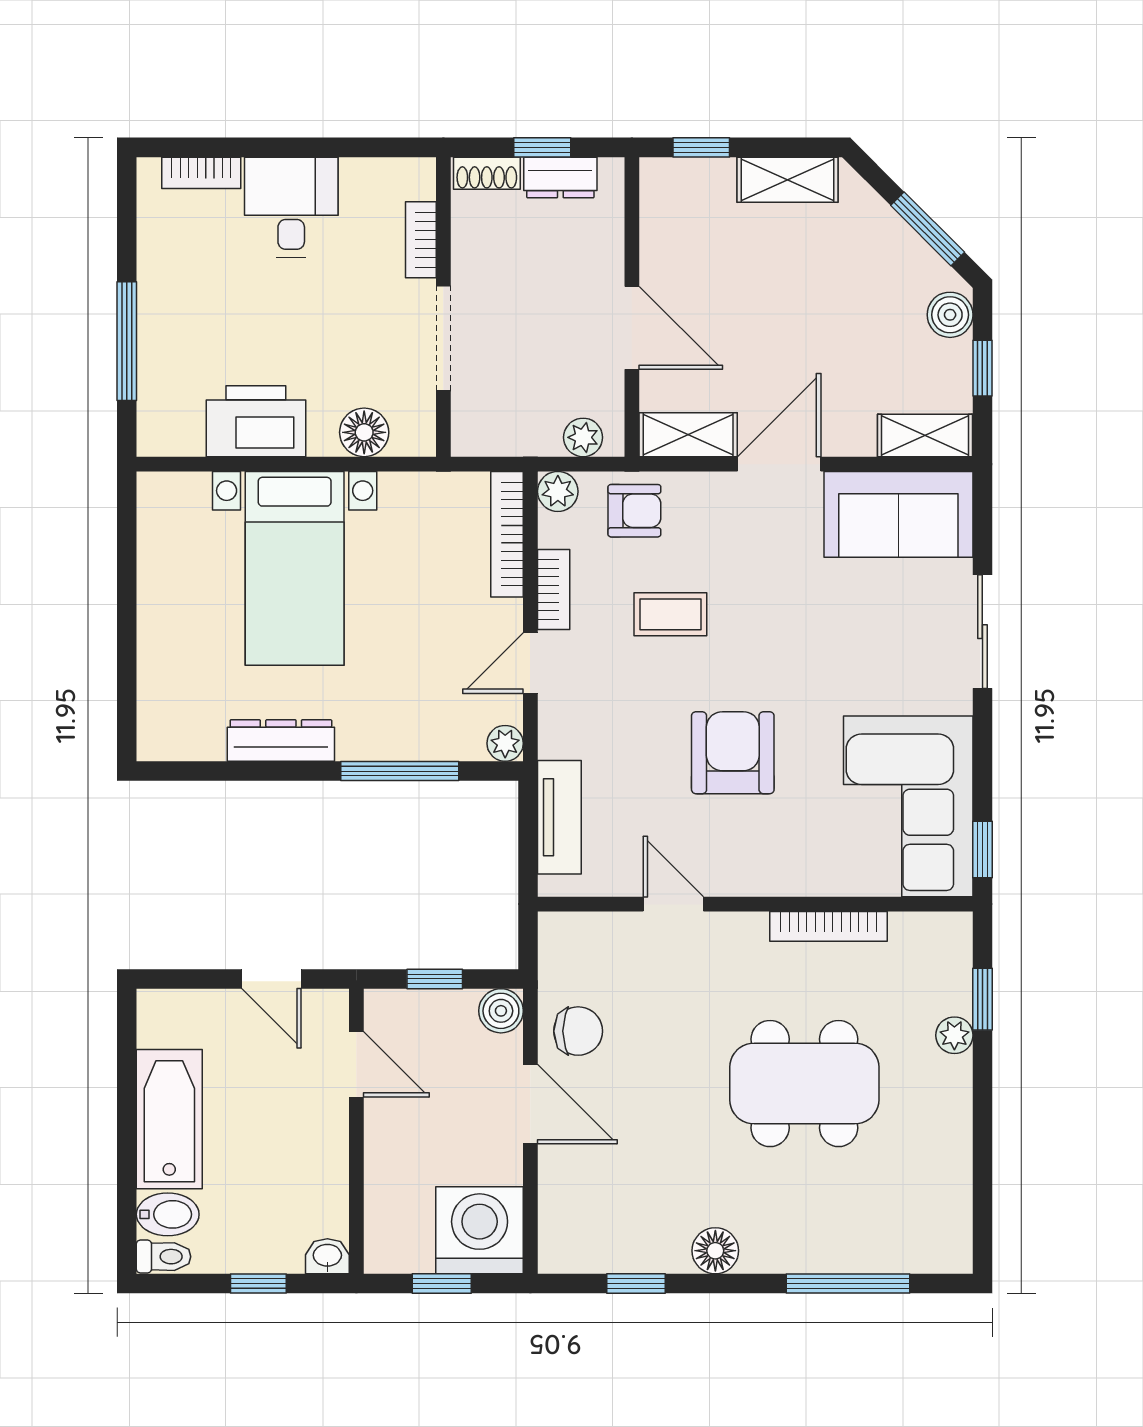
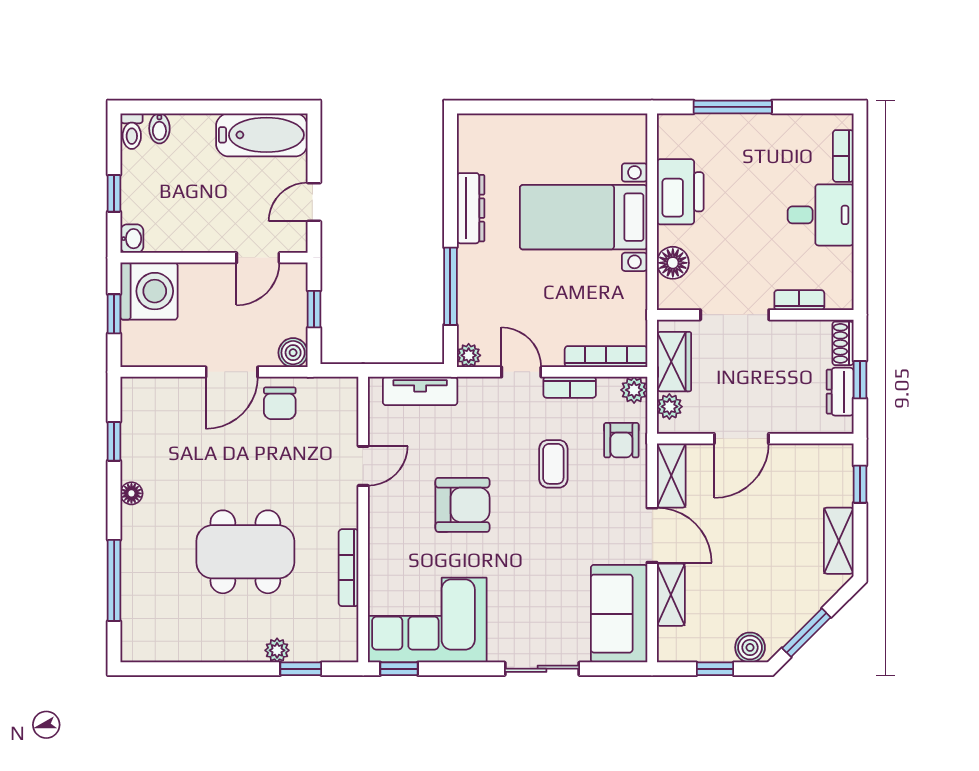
wardrobe: (515, 431) -> (674, 362), added
shelving: (925, 435) -> (671, 595), moved
dining table: (804, 1084) -> (245, 552), turned 90
bathtub: (169, 1119) -> (262, 135), moved
bidet: (168, 1214) -> (159, 128), width x0.72, depth x0.74
washing machine: (480, 1230) -> (149, 291), moved
floor lamp: (715, 1251) -> (131, 493), width x0.73, depth x0.73

